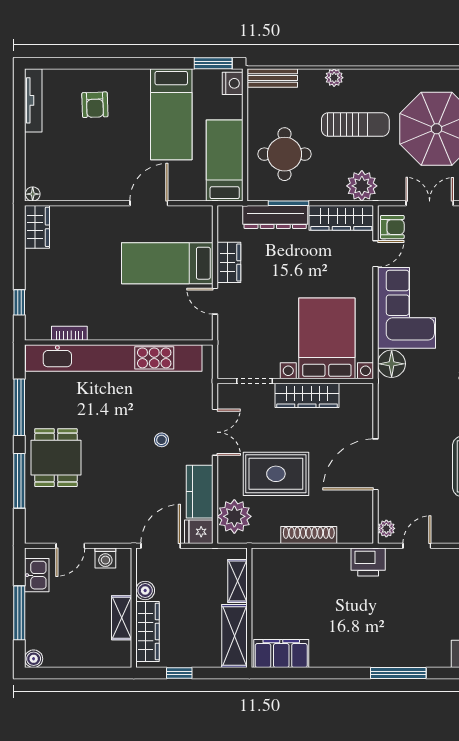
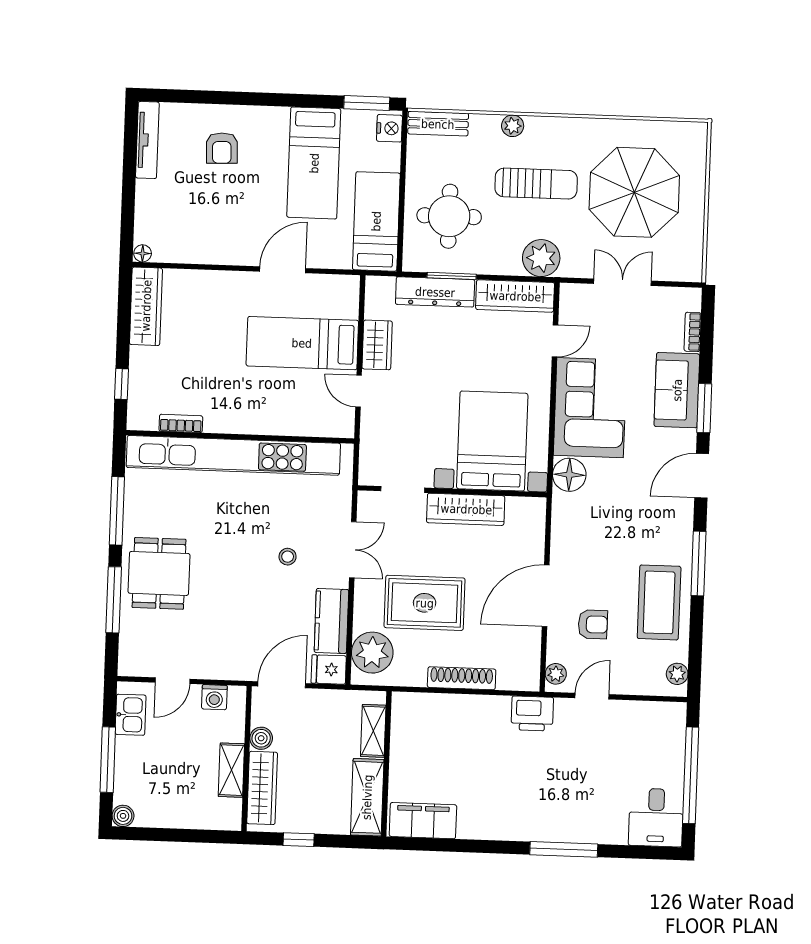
wardrobe: (37, 227) -> (146, 306), width x1.50
armchair: (392, 227) -> (593, 624), moved

